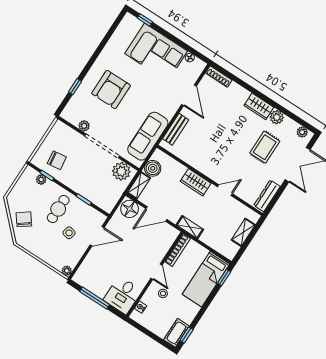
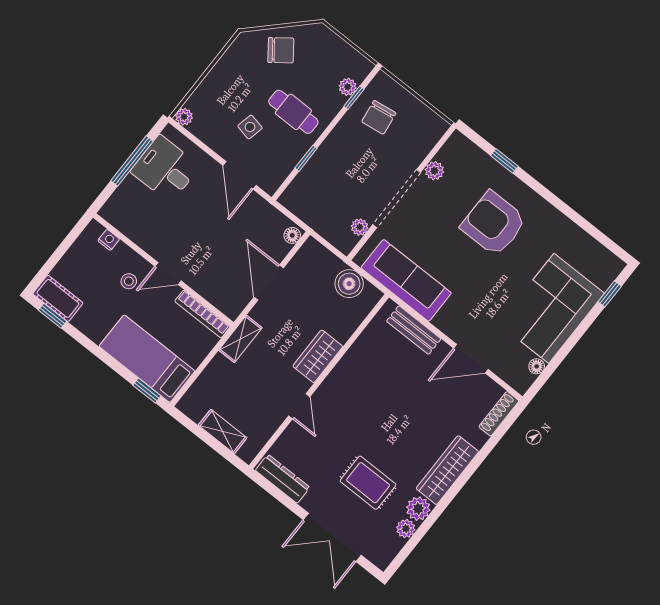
wardrobe: (259, 106) -> (447, 470), width x1.50
plant: (302, 132) -> (406, 529), moved
plant: (121, 171) -> (360, 227), width x0.53, depth x0.53
shelving: (139, 185) -> (321, 257), removed
floor lamp: (130, 209) -> (292, 235), width x0.53, depth x0.53
desk: (123, 295) -> (165, 169), moved

